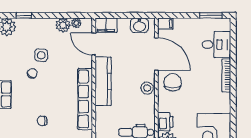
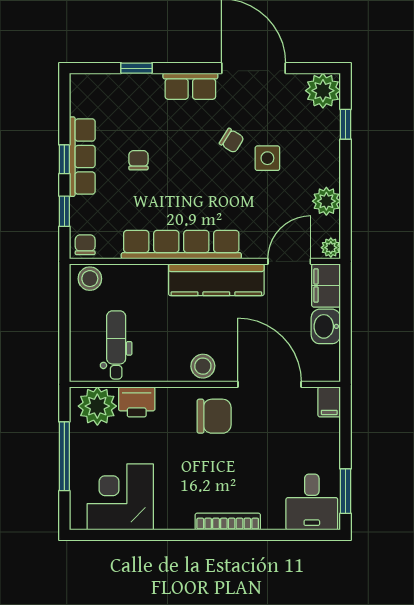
plant: (76, 23) -> (331, 248), moved
washbasin: (139, 25) -> (326, 326), moved
desk: (216, 45) -> (312, 502), moved
door: (156, 54) -> (269, 384), swing flipped

